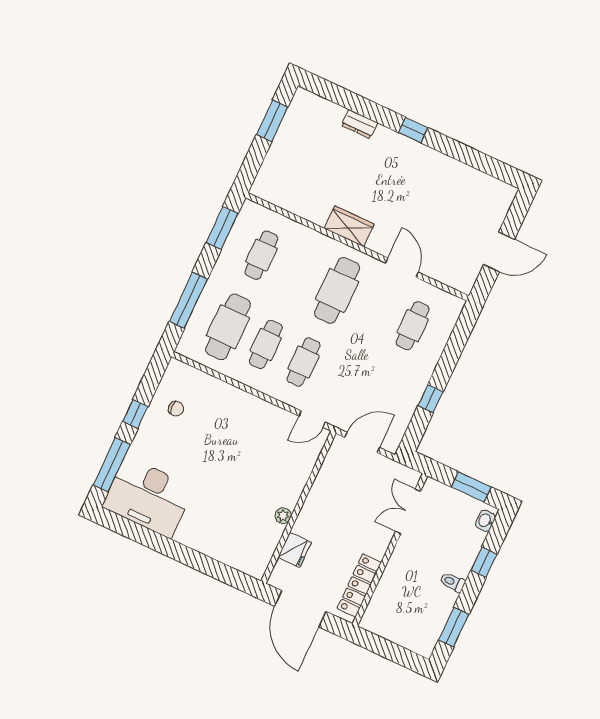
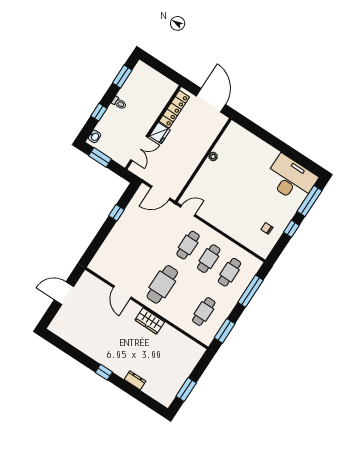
cafe table: (413, 326) -> (121, 257), removed
cafe table: (228, 327) -> (229, 272), width x0.73, depth x0.74
fridge: (295, 550) -> (160, 133), moved, turned 180

